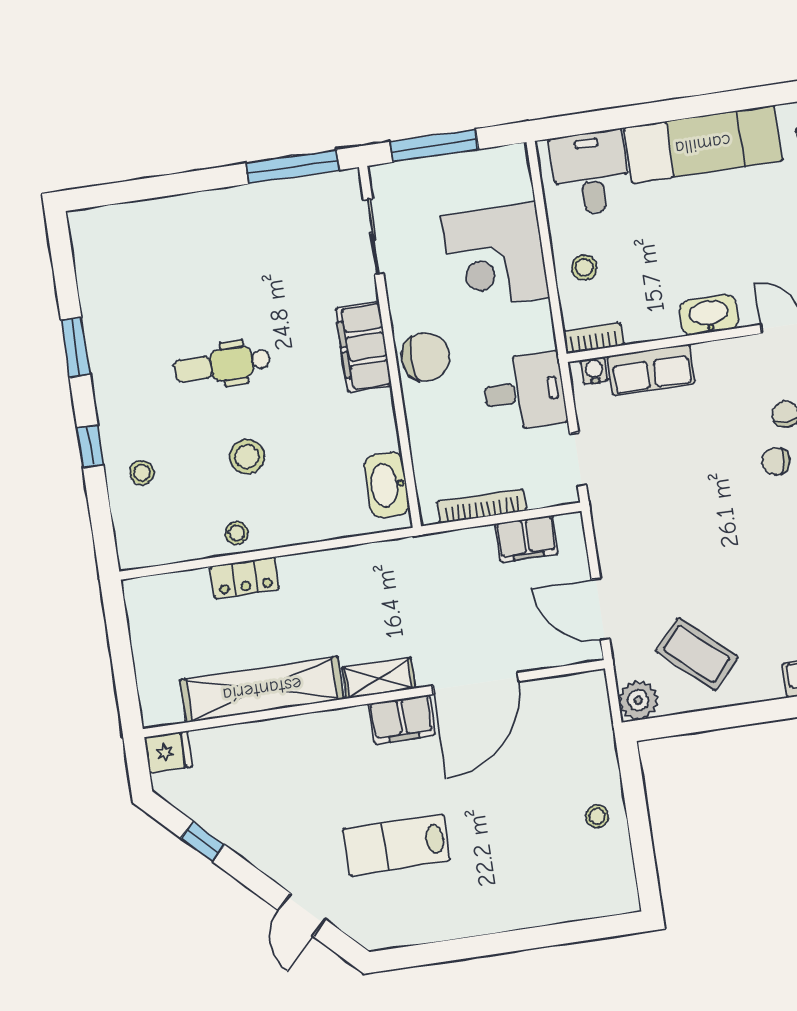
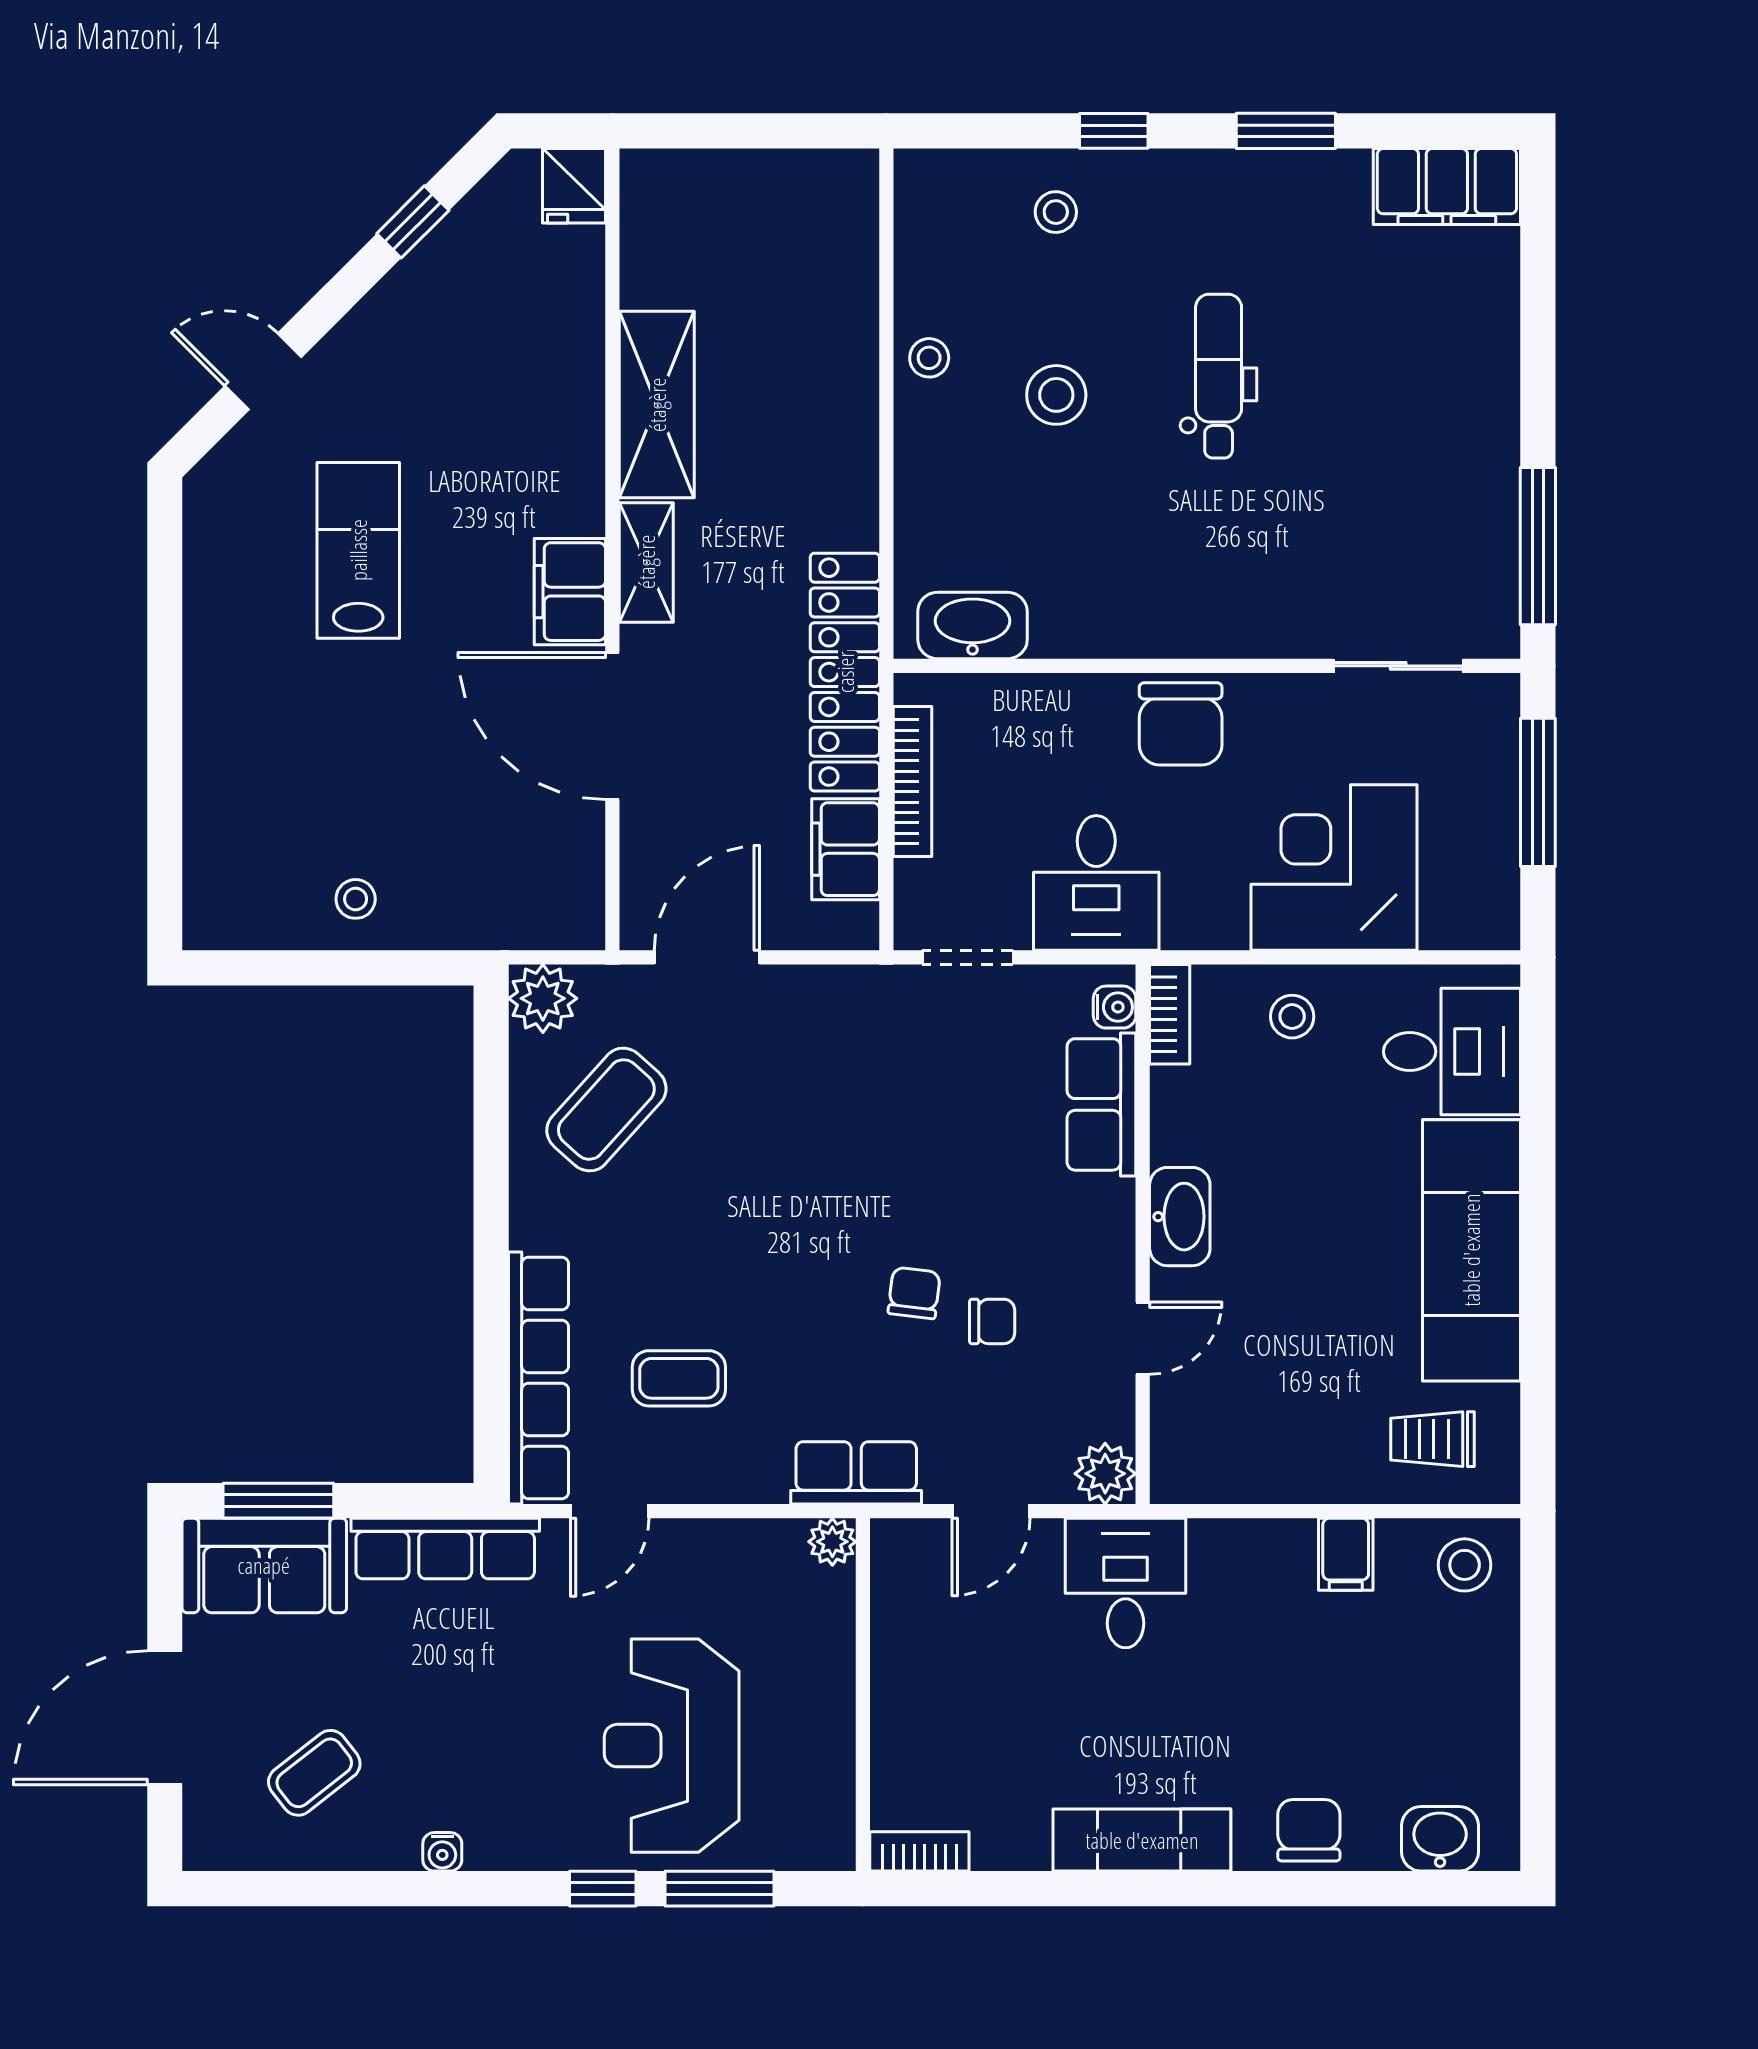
filing cabinet: (363, 347) -> (1447, 187), moved, turned 180
locker: (245, 578) -> (845, 672), moved, width x2.16, depth x1.21
shelving: (262, 689) -> (657, 405), width x0.68

